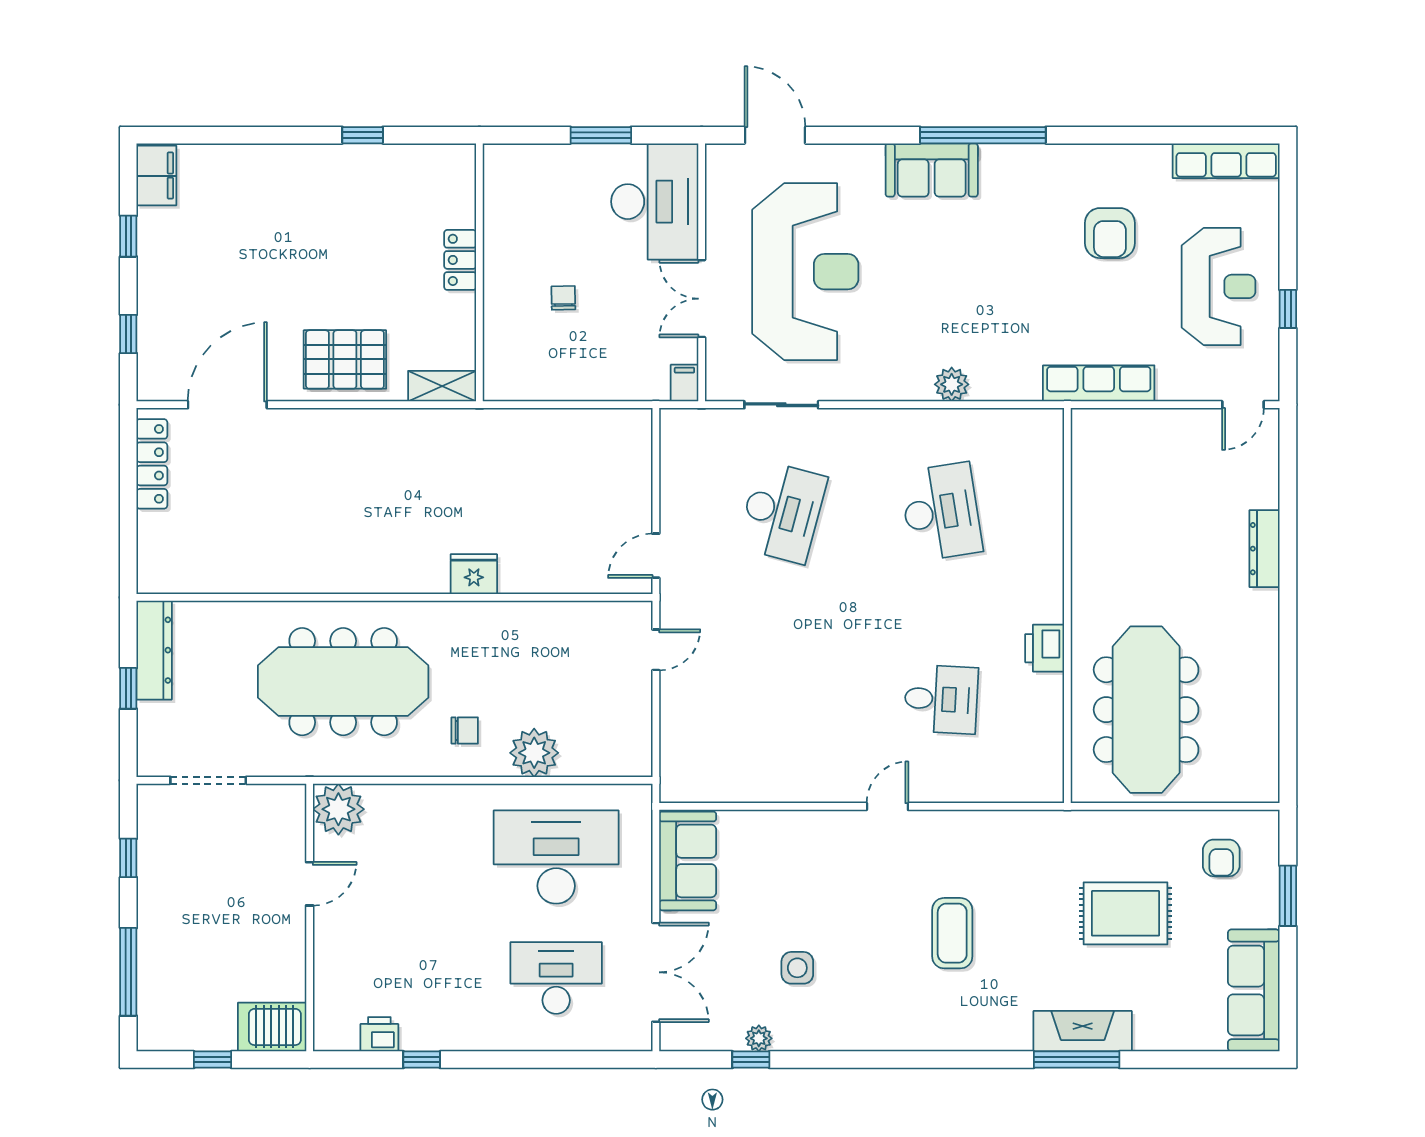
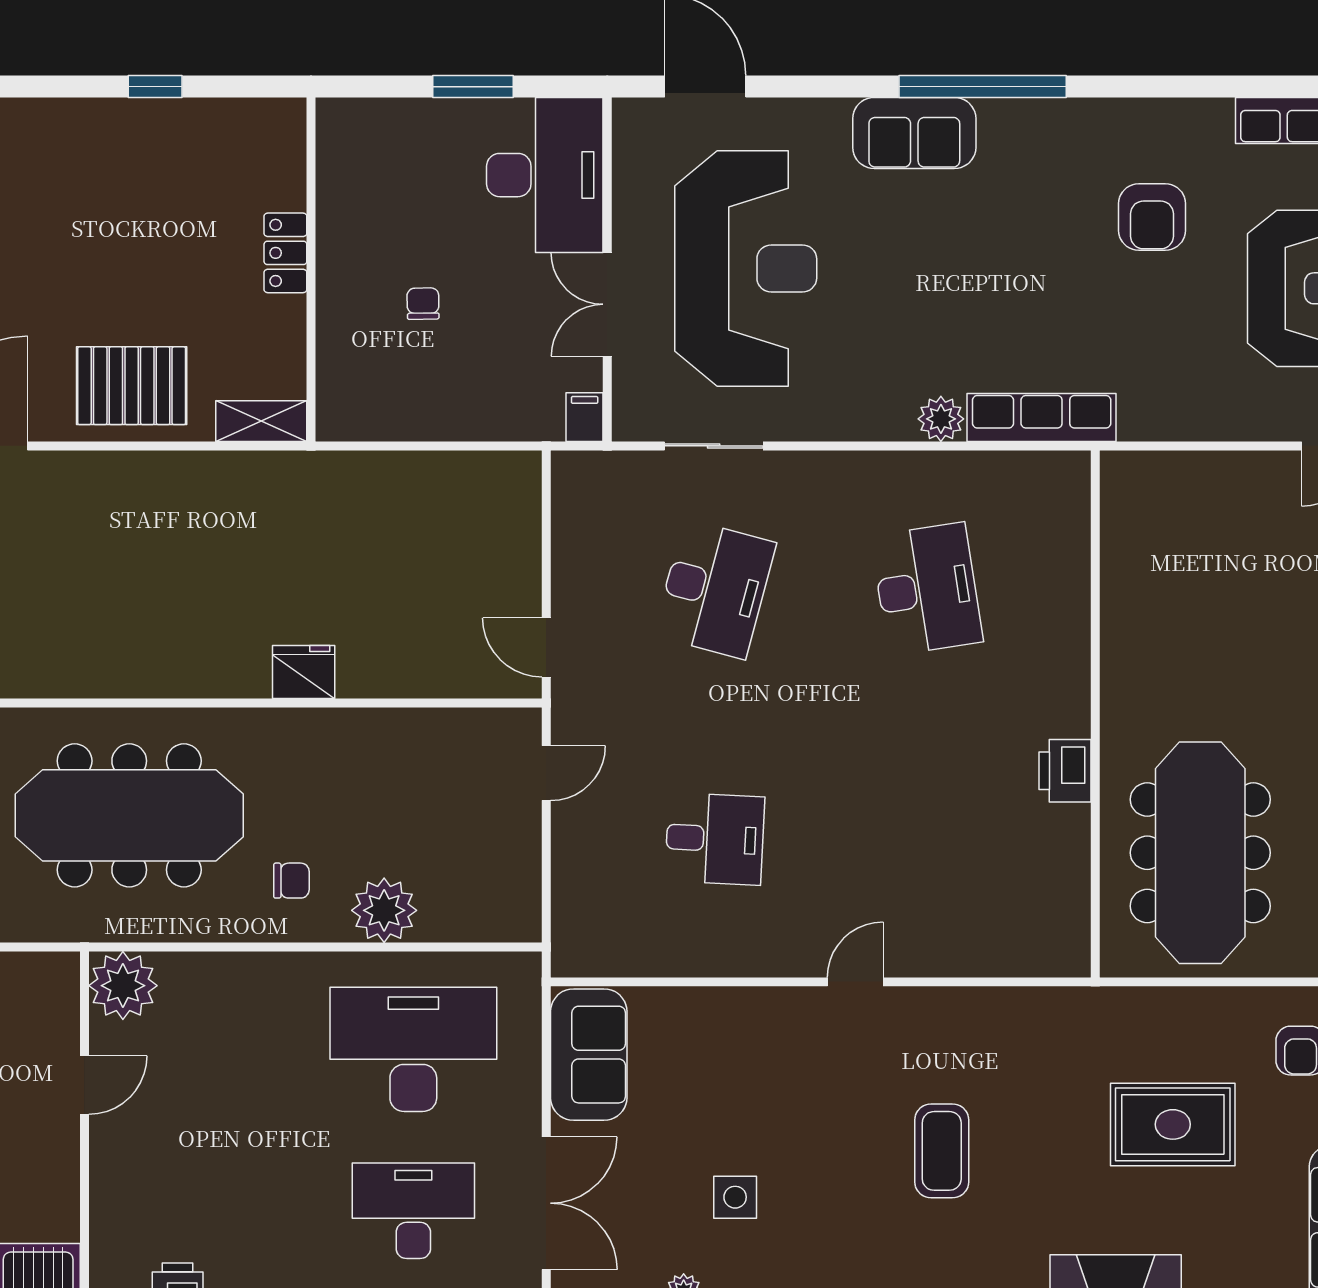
row of seats: (1099, 383) -> (1042, 418), moved
door: (656, 556) -> (546, 647), hinge flipped
desk: (941, 699) -> (715, 839), moved

